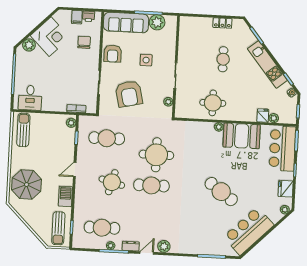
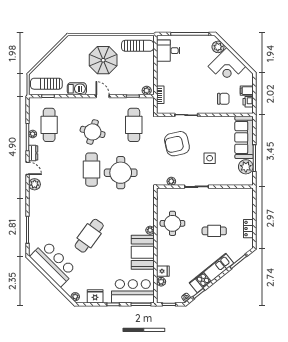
armchair: (113, 54) -> (214, 126), removed
parasol: (27, 185) -> (103, 60), moved

